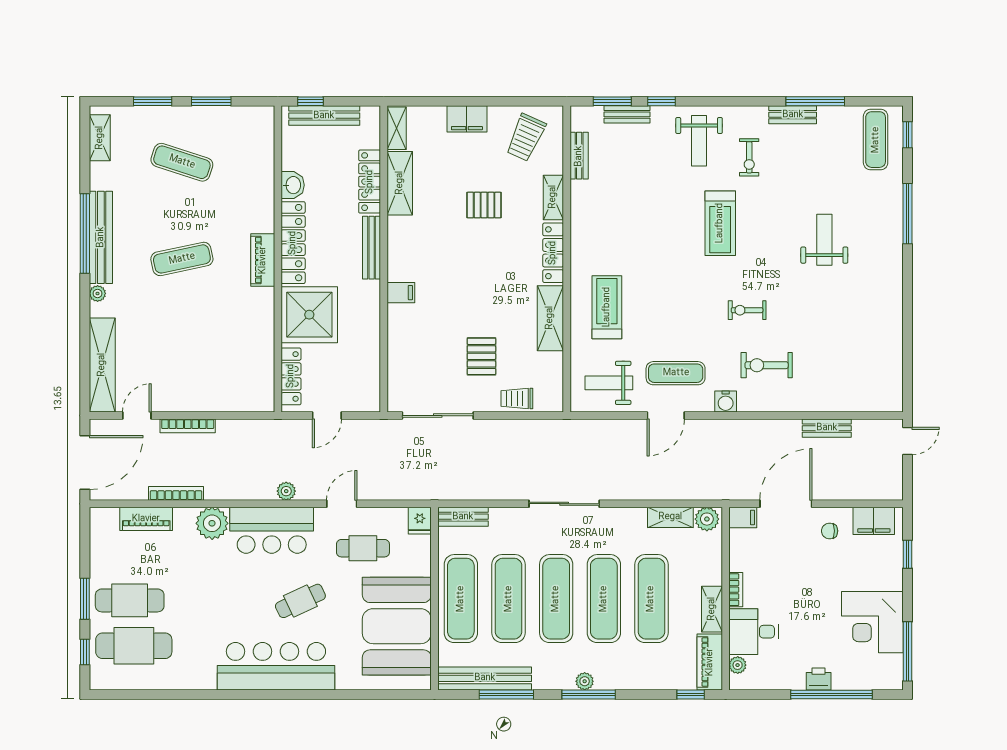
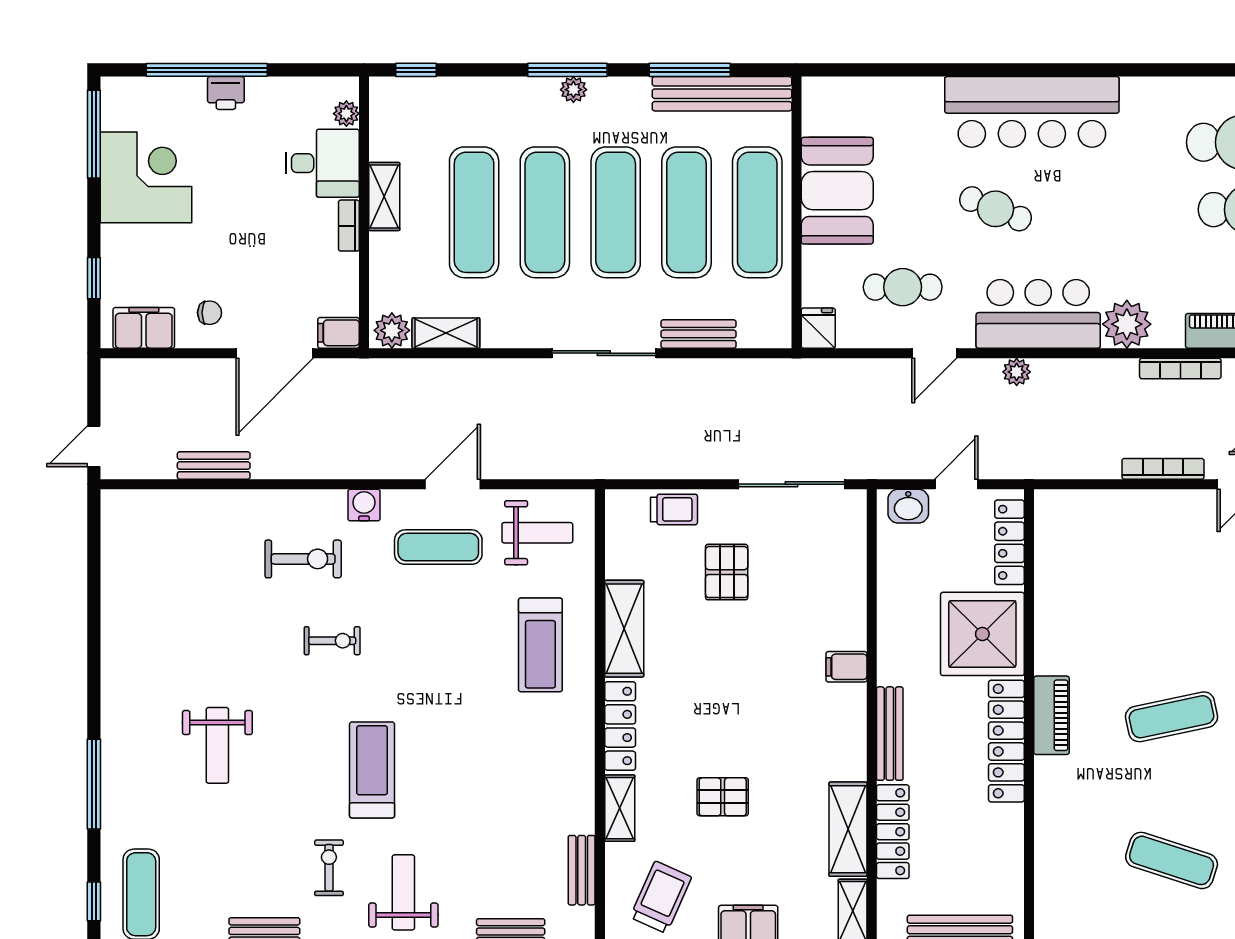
washbasin: (293, 185) -> (908, 506), moved, turned -90
bench: (463, 517) -> (699, 334), moved
cafe table: (300, 601) -> (996, 209), turned 47
booth: (397, 626) -> (837, 191), width x0.73, depth x0.70
piano: (710, 662) -> (388, 118), removed

